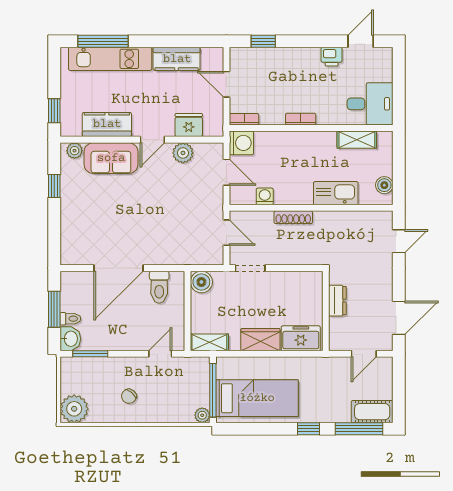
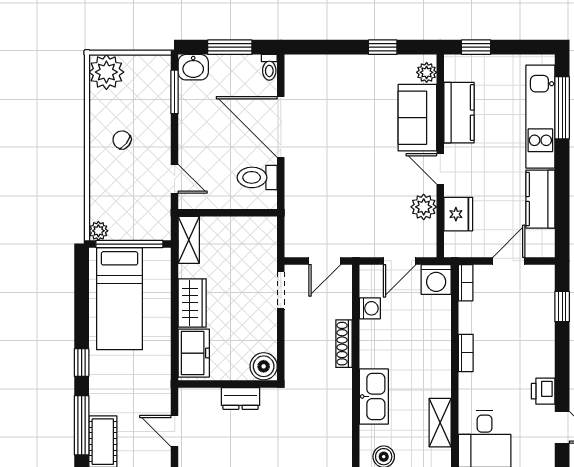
boiler: (201, 282) -> (264, 366), moved
toilet: (70, 319) -> (269, 67), moved

